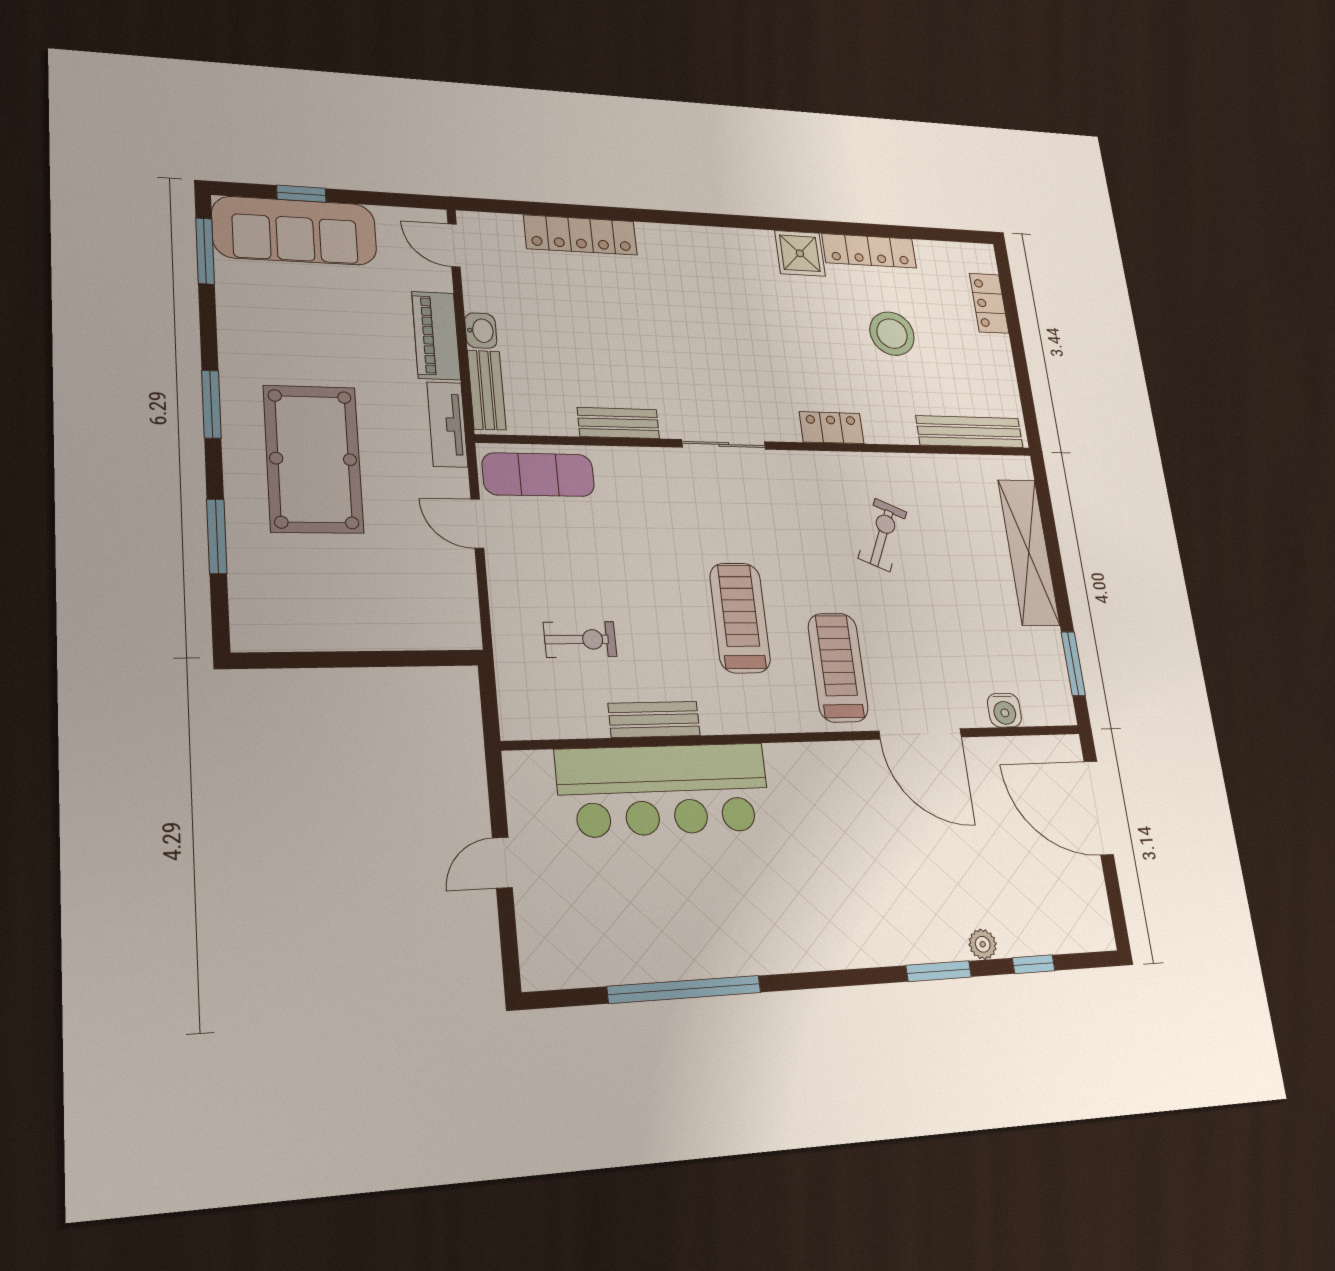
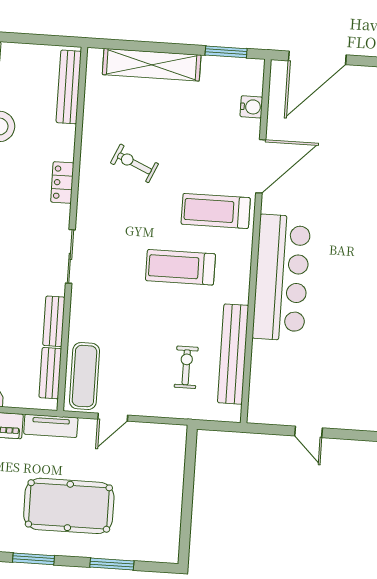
bench: (487, 390) -> (50, 373), moved, turned 90
bench: (654, 719) -> (233, 354), width x1.86, depth x1.21
bar counter: (664, 790) -> (282, 278), moved

